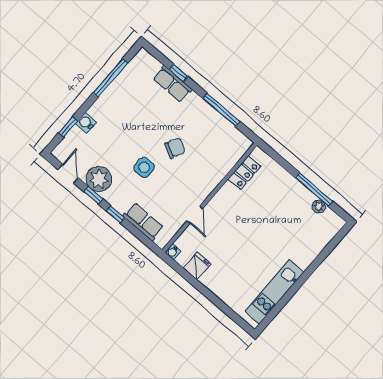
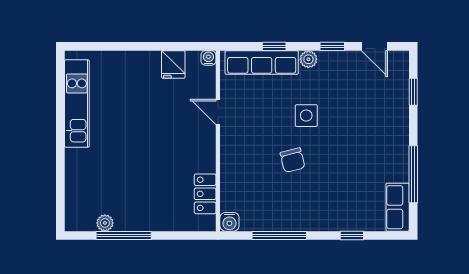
row of seats: (172, 84) -> (398, 207), moved, turned -90
water cooler: (86, 123) -> (229, 222), moved, turned 90
chair: (175, 148) -> (293, 160), turned -41
plant: (99, 179) -> (308, 59), moved, width x0.53, depth x0.53
window: (116, 214) -> (274, 46), moved
row of seats: (143, 222) -> (262, 62), width x1.48

